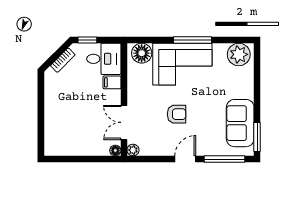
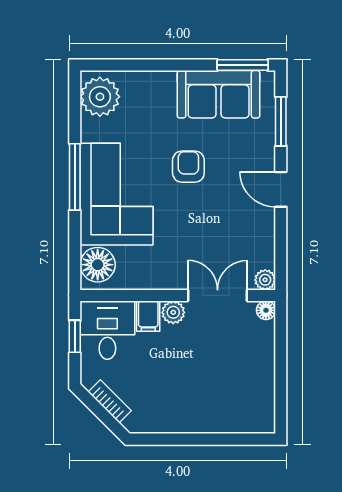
window: (87, 40) -> (75, 336), moved
plant: (114, 97) -> (173, 312), added
armchair: (177, 114) -> (188, 167), moved
double door: (124, 122) -> (218, 295), swing flipped
window: (225, 159) -> (281, 121), width x0.69

